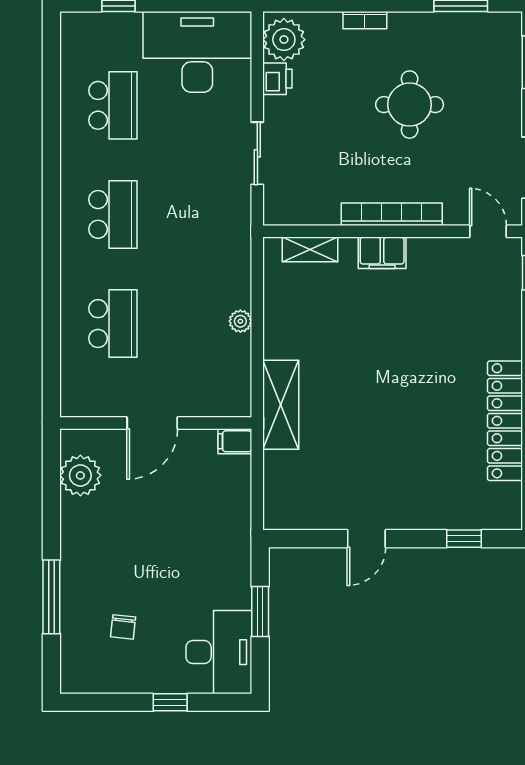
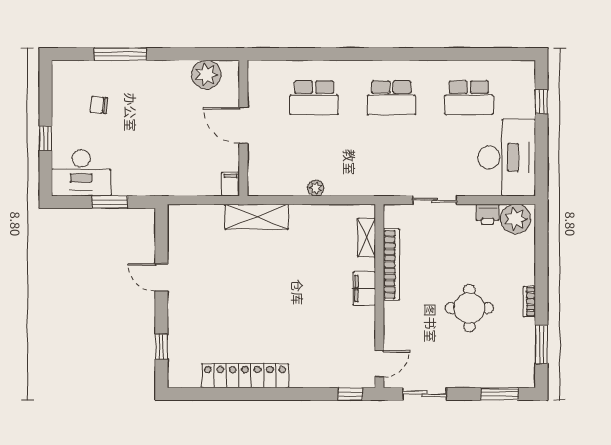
bookcase: (365, 20) -> (529, 302), moved
bookcase: (392, 214) -> (392, 264), moved

